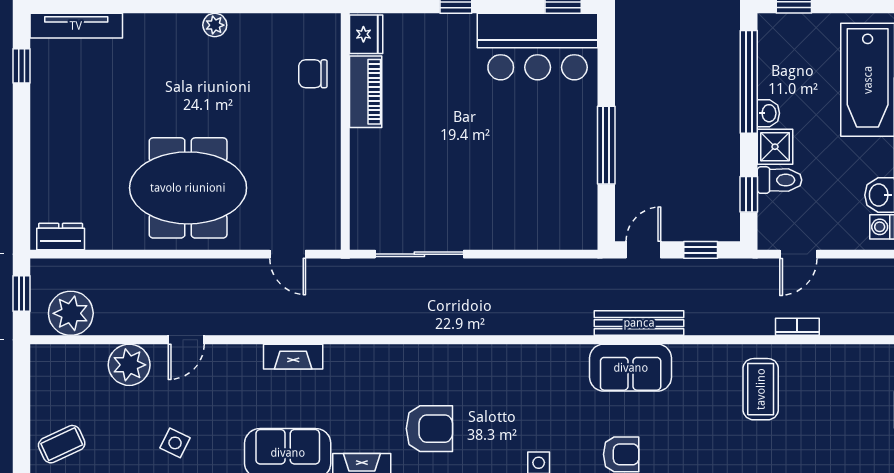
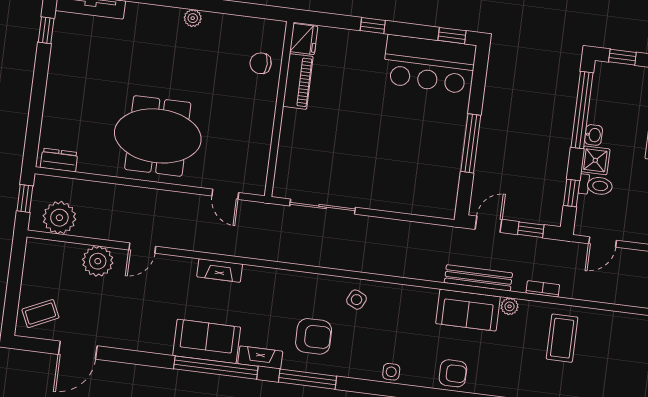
bookcase: (797, 327) -> (543, 289), moved
plant: (685, 356) -> (510, 306), added
side table: (175, 443) -> (356, 300), moved

